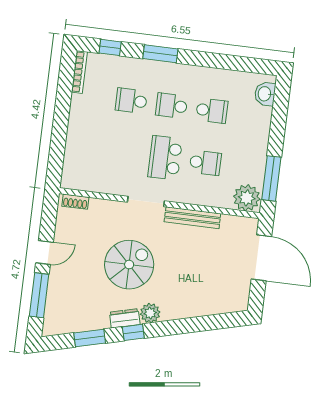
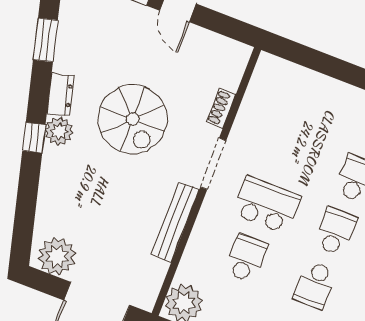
school desk: (205, 163) -> (246, 258), turned 180
shoe rack: (75, 202) -> (221, 108), moved
plant: (236, 293) -> (57, 256), added
window: (133, 332) -> (34, 138), moved

